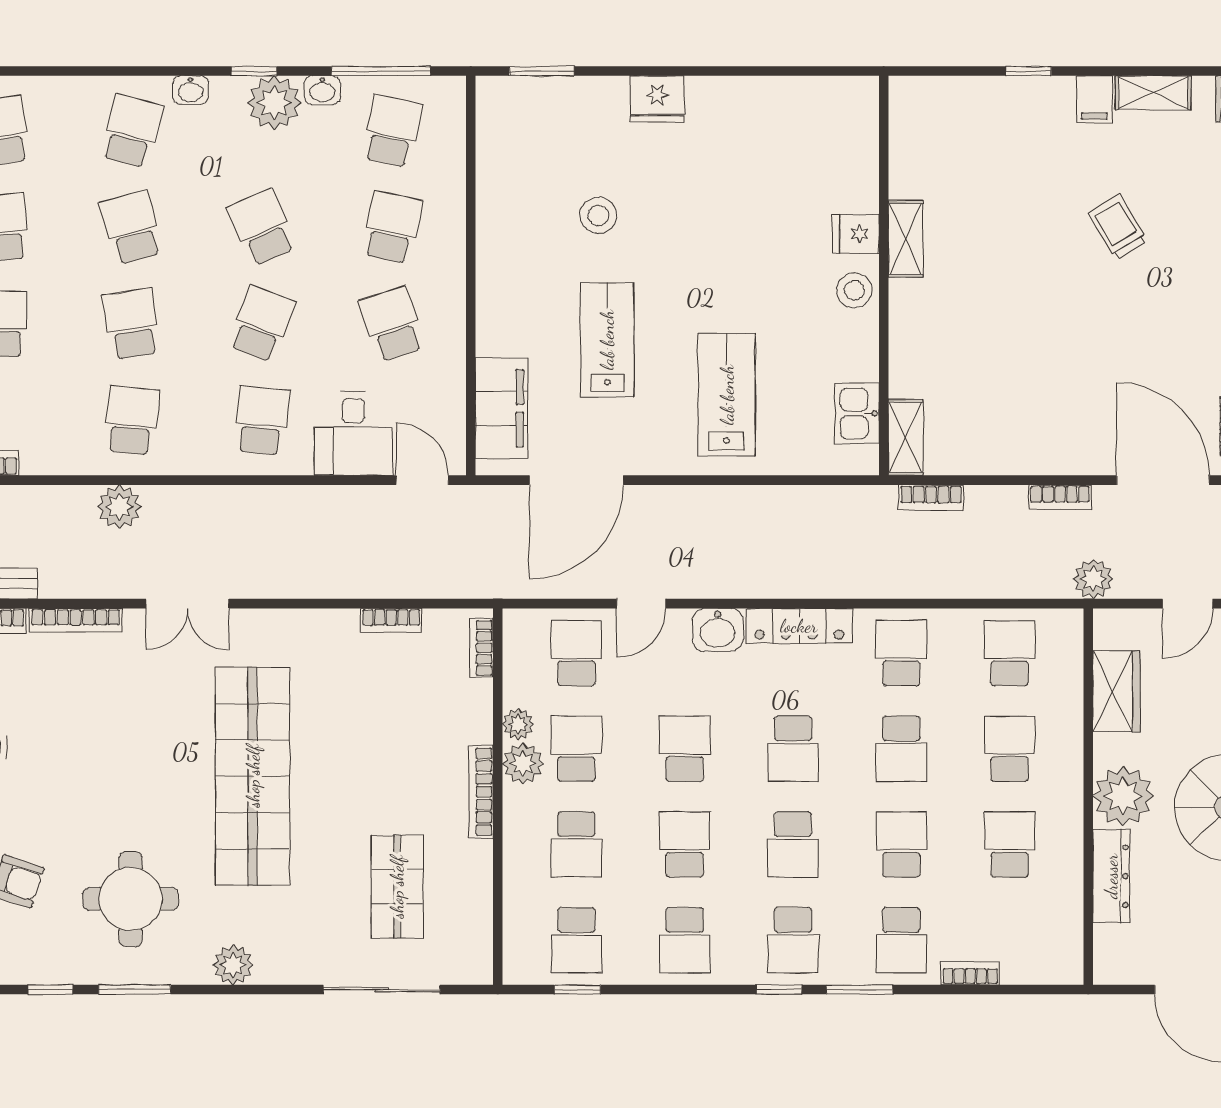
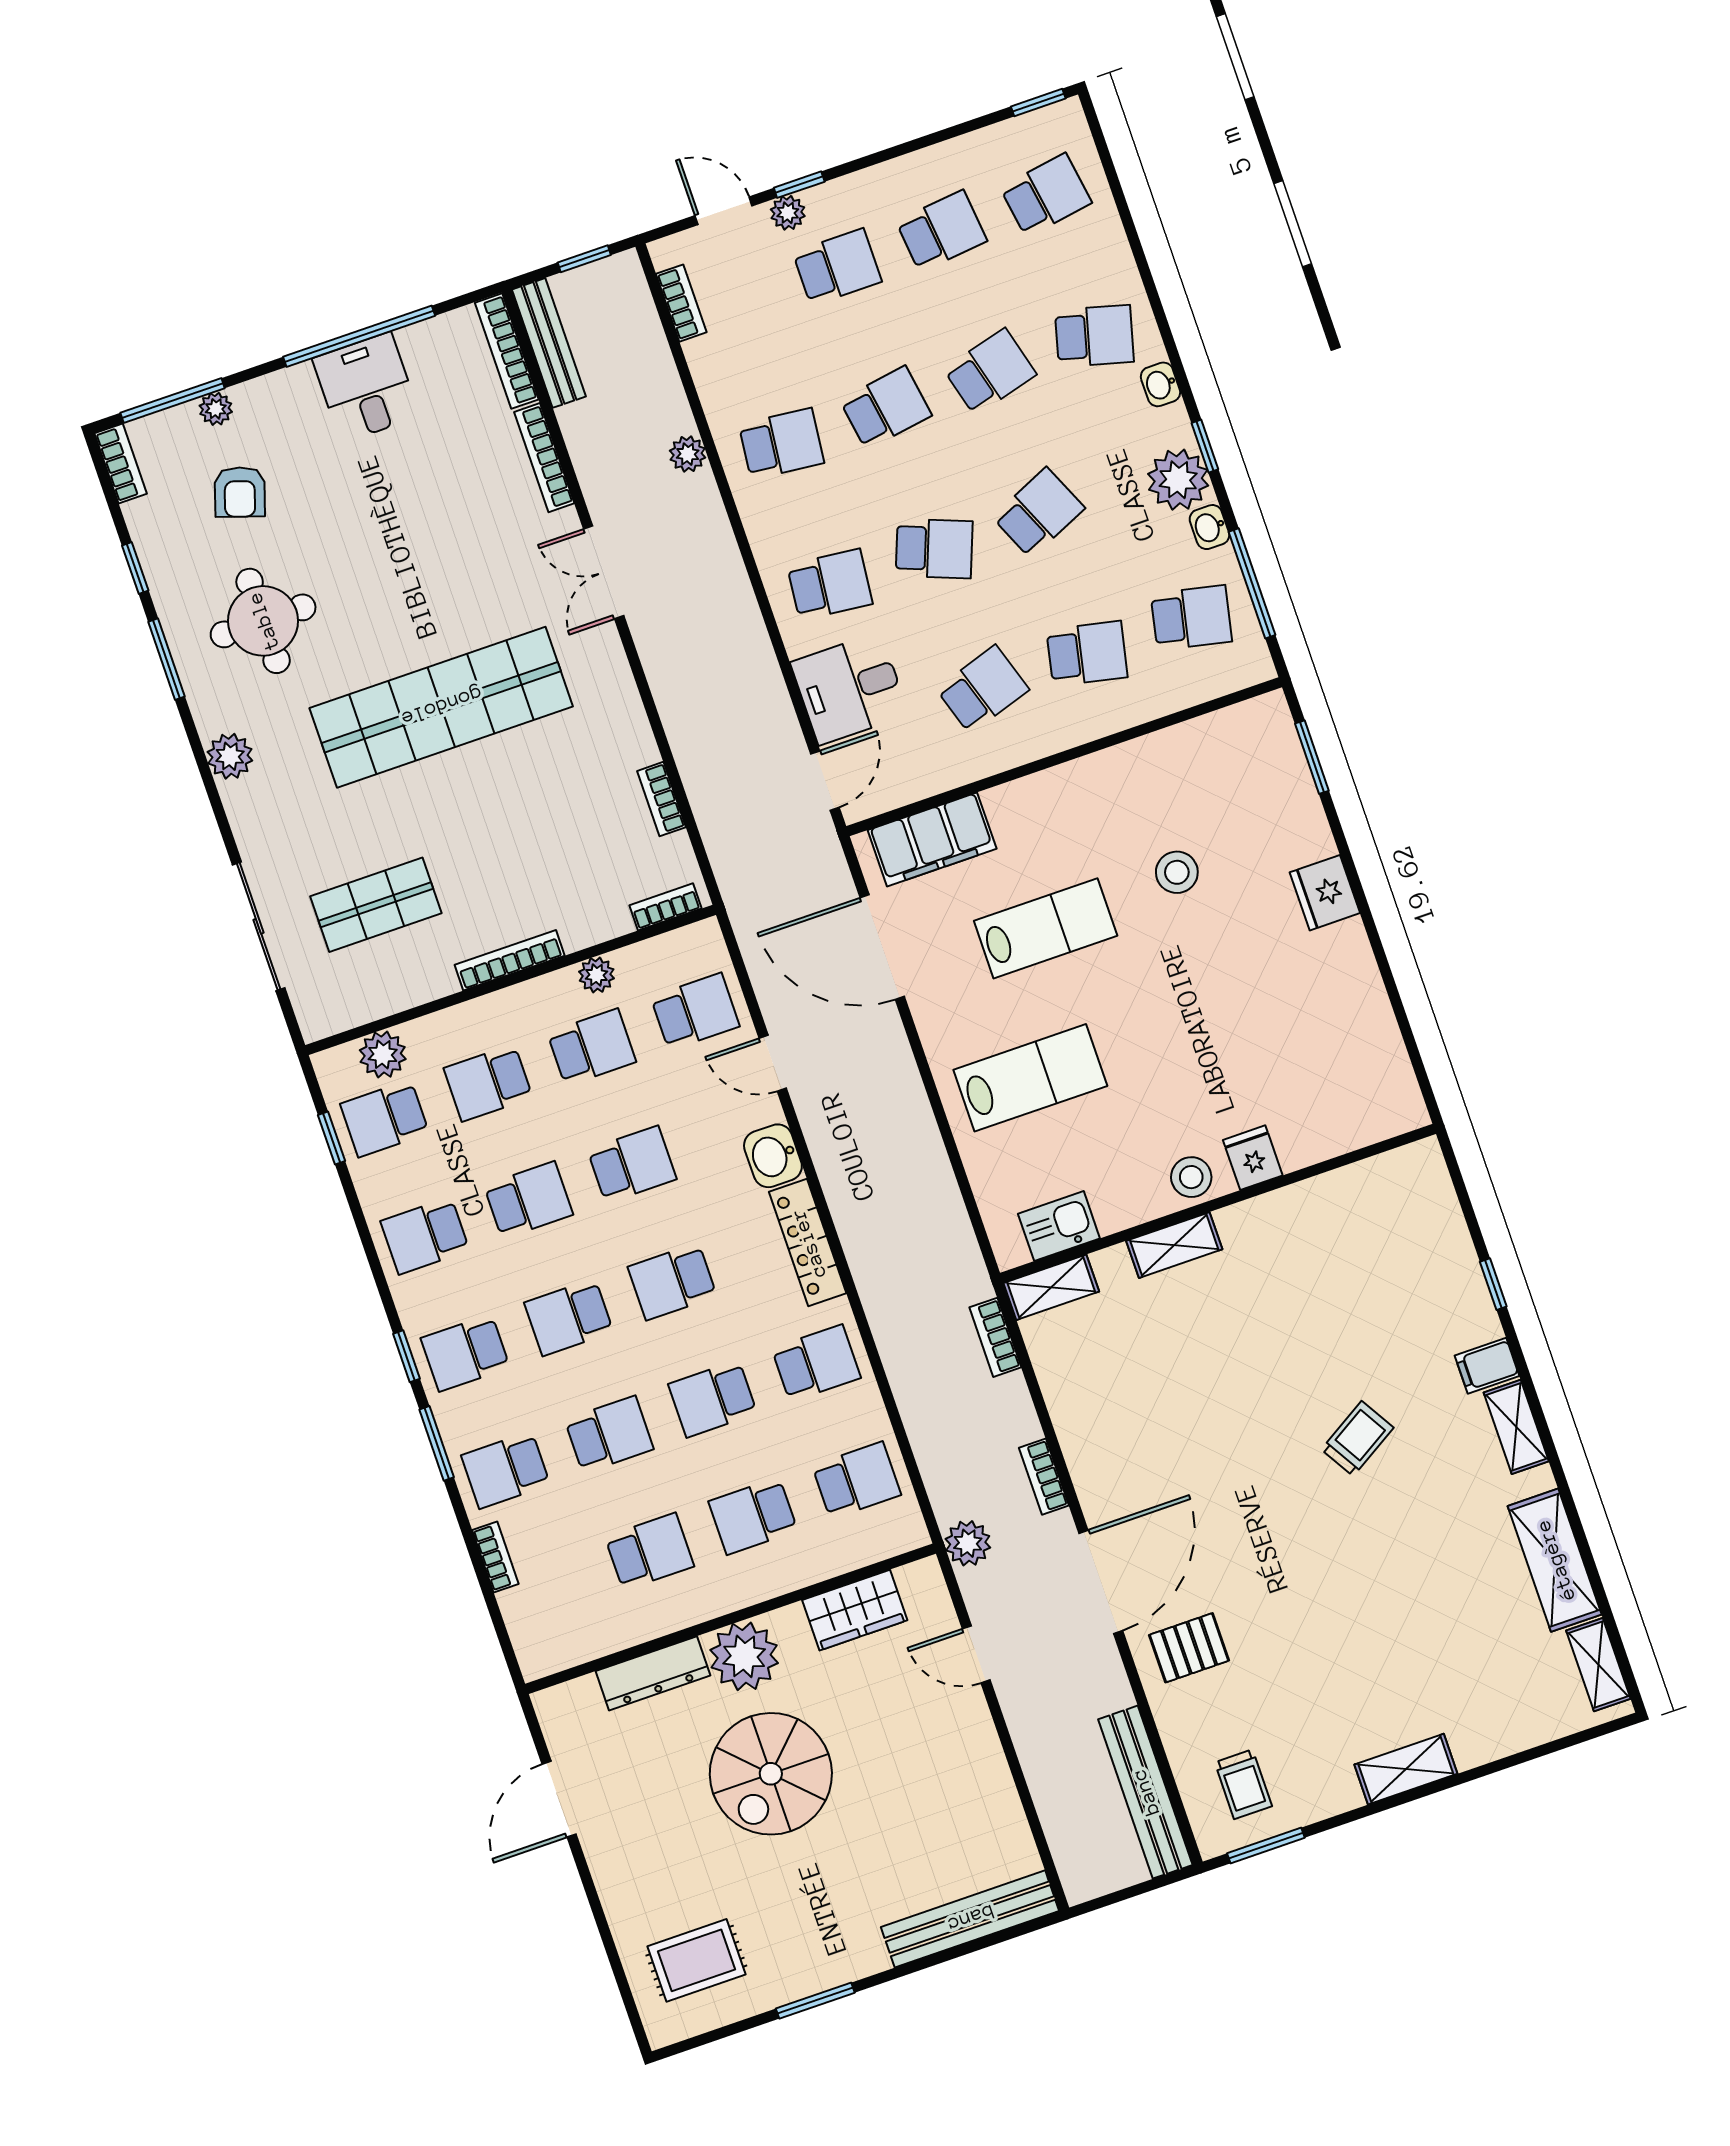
shelving: (906, 239) -> (1174, 1245), moved
plant: (119, 507) -> (688, 454), width x0.73, depth x0.73
school desk: (1010, 749) -> (753, 1516), turned 180
plant: (523, 763) -> (383, 1055), moved

